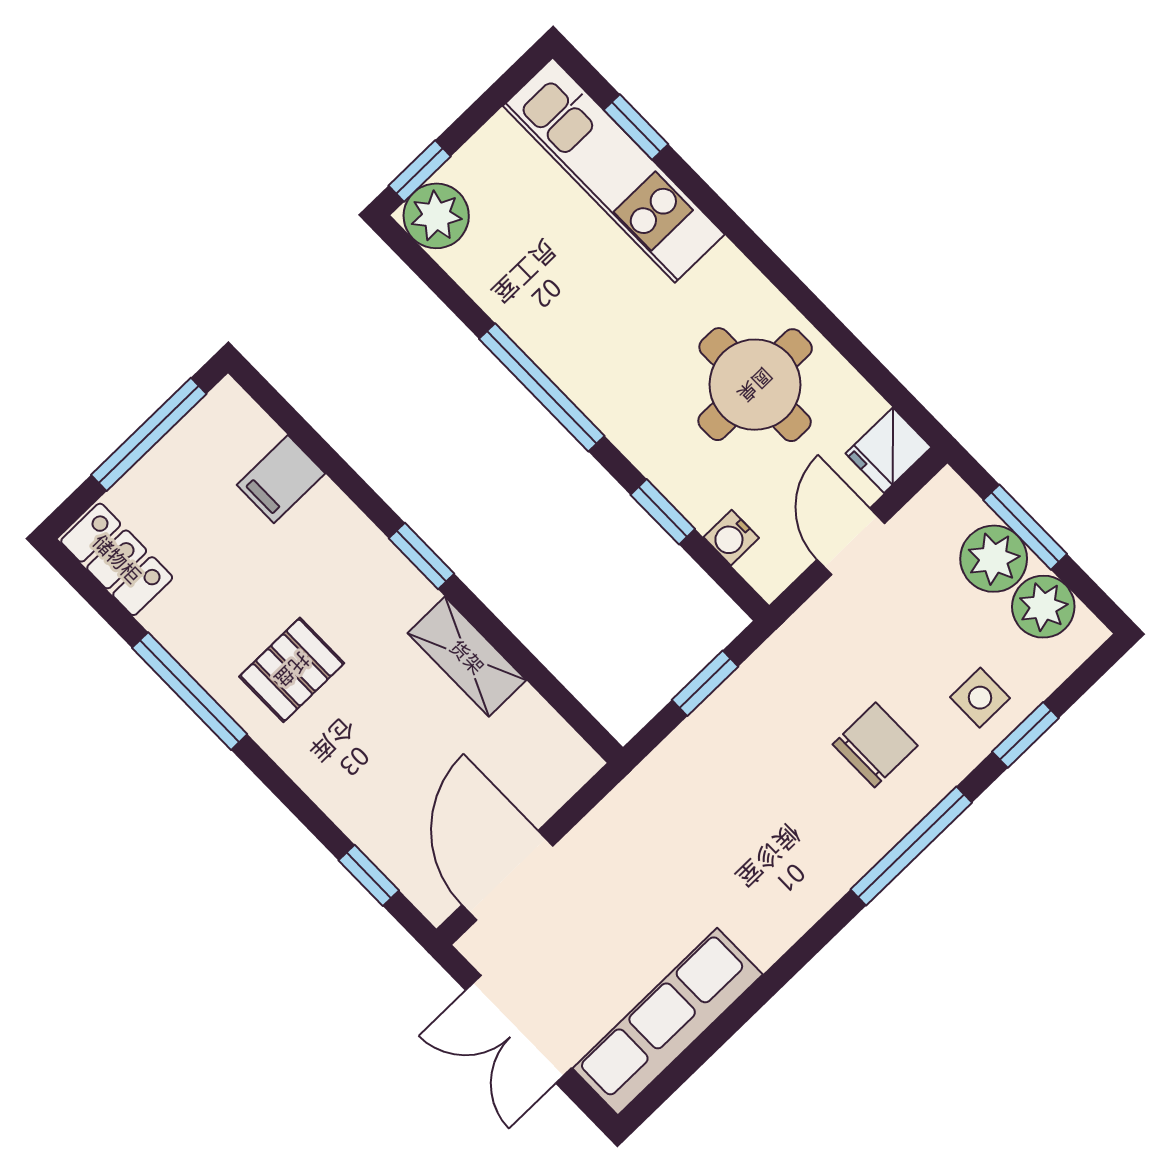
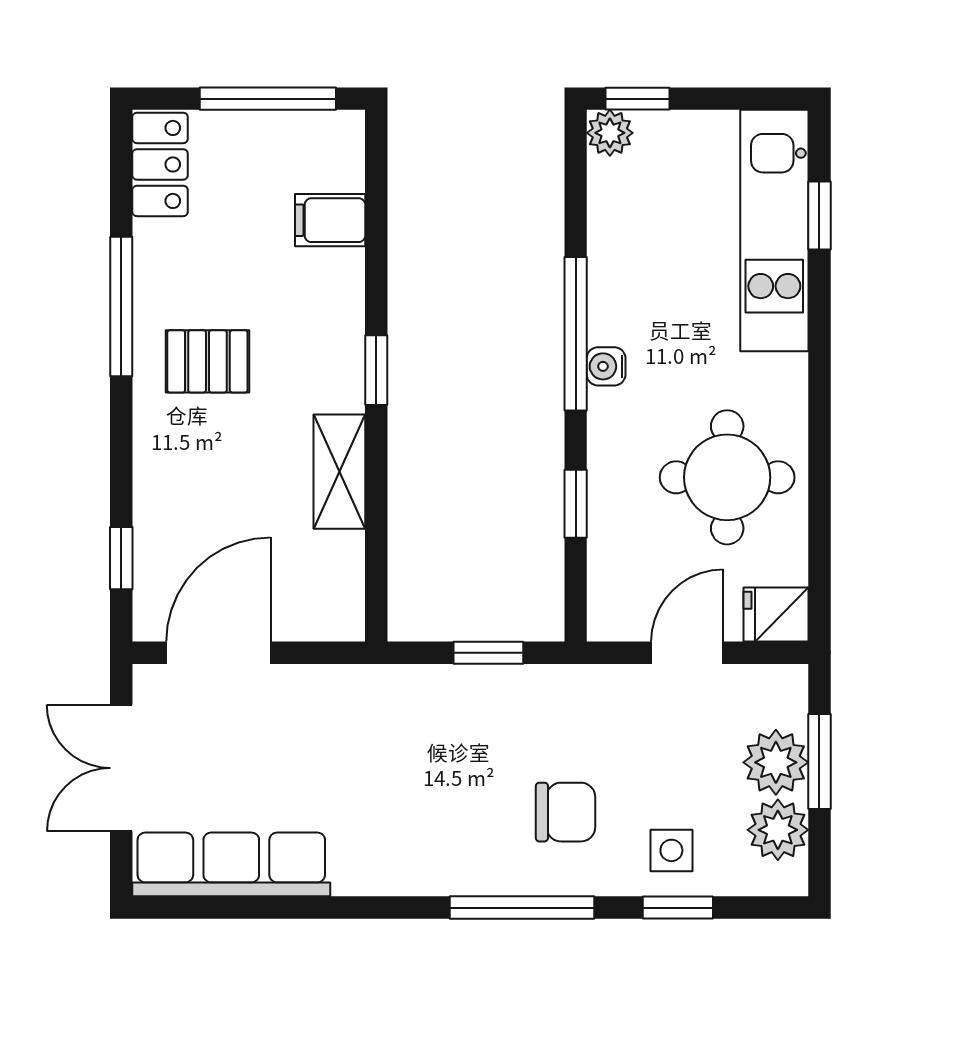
plant: (436, 216) -> (610, 133), width x0.73, depth x0.73
water cooler: (731, 538) -> (606, 366), moved

